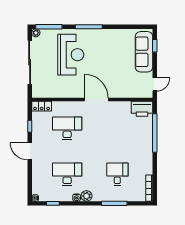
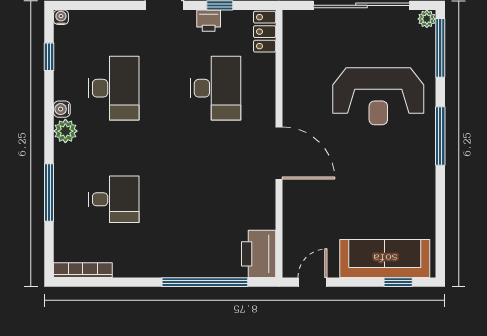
door: (155, 84) -> (312, 282), swing flipped
door: (96, 100) -> (279, 153), hinge flipped
printer: (37, 131) -> (209, 21), added

